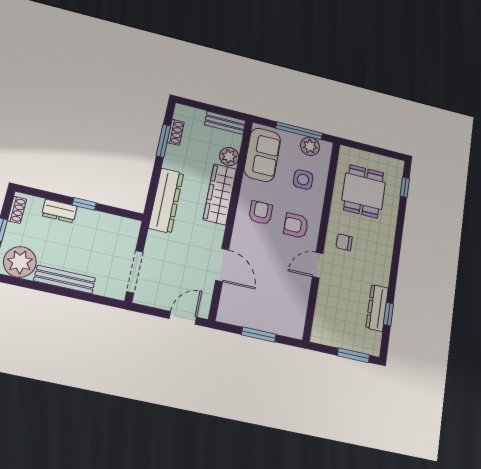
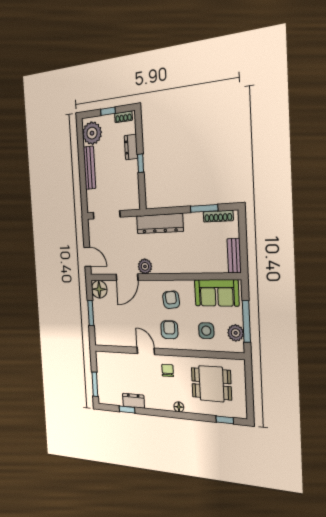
shoe rack: (176, 132) -> (218, 216), width x1.43
plant: (229, 157) -> (145, 266), moved
wardrobe: (220, 194) -> (176, 264), removed
armchair: (261, 213) -> (171, 300), turned -96
floor lamp: (388, 240) -> (179, 407), added
dresser: (377, 308) -> (133, 401), width x0.70
floor lamp: (230, 312) -> (99, 289), added

